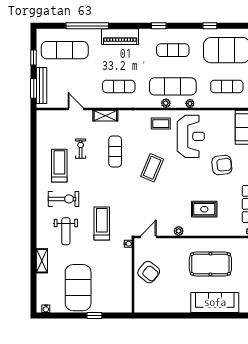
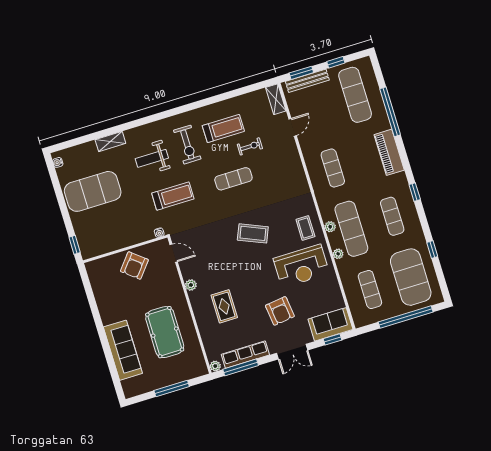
shelving: (105, 116) -> (276, 99), moved
exercise mat: (115, 151) -> (233, 179), moved
window: (94, 316) -> (75, 245), moved

